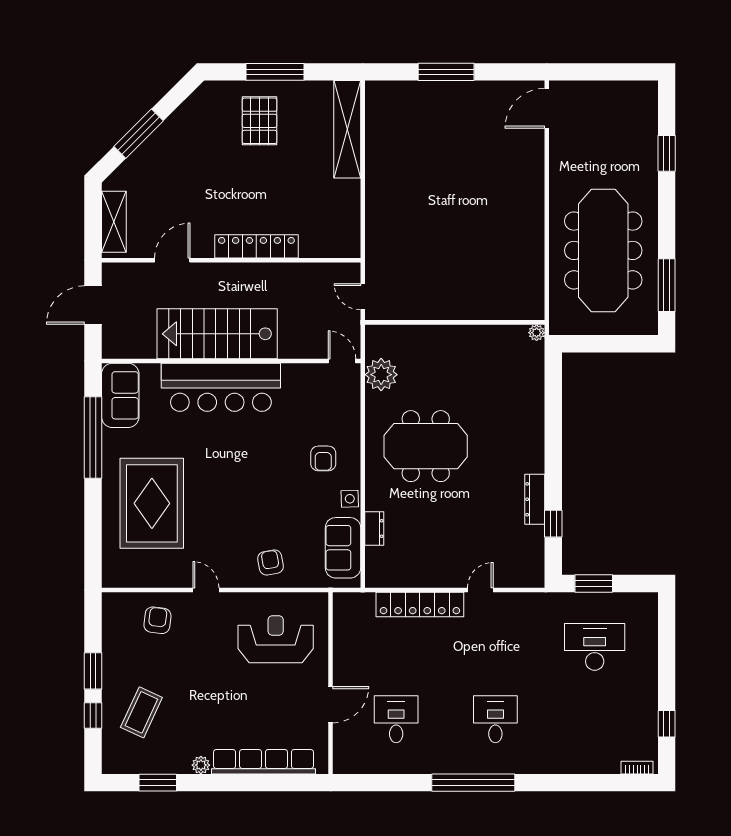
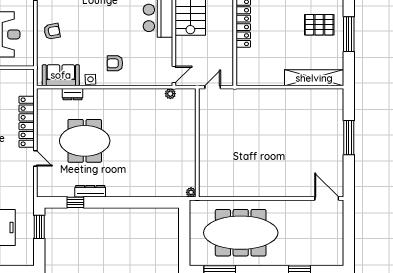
plant: (381, 375) -> (170, 94), width x0.53, depth x0.53
meeting table: (426, 446) -> (85, 141), moved, turned 90

